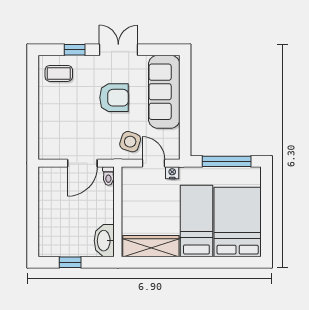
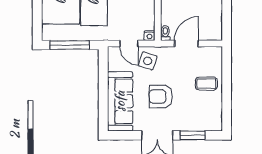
window: (75, 50) -> (193, 135), width x1.50
coffee table: (59, 73) -> (206, 84), moved
nightstand: (172, 173) -> (150, 36), moved

